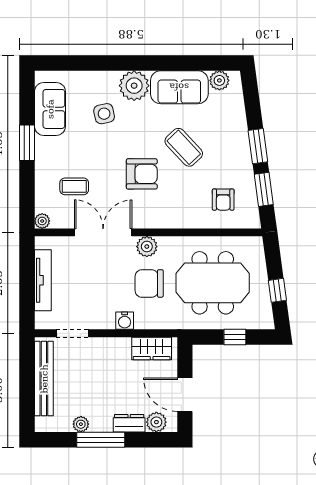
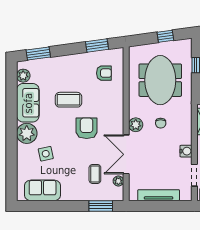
window: (27, 143) -> (101, 206), moved
window: (258, 146) -> (38, 54), moved
coffee table: (184, 147) -> (68, 100), turned 43
plant: (42, 221) -> (118, 181), moved
chair: (149, 283) -> (161, 123), width x0.54, depth x0.54
water cooler: (125, 321) -> (186, 151), moved

